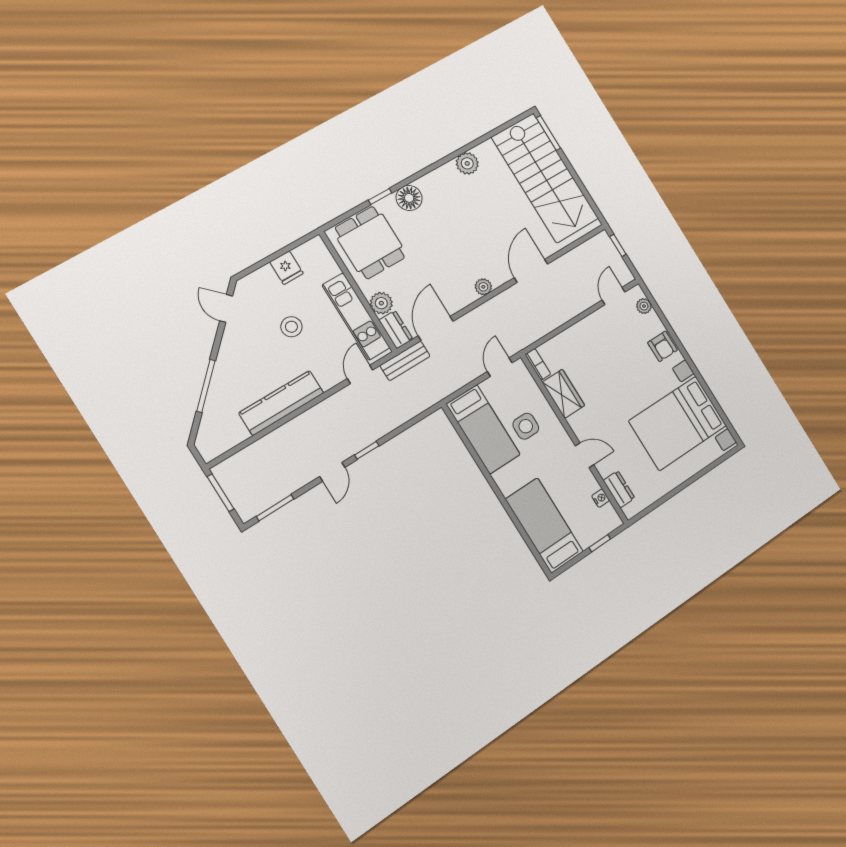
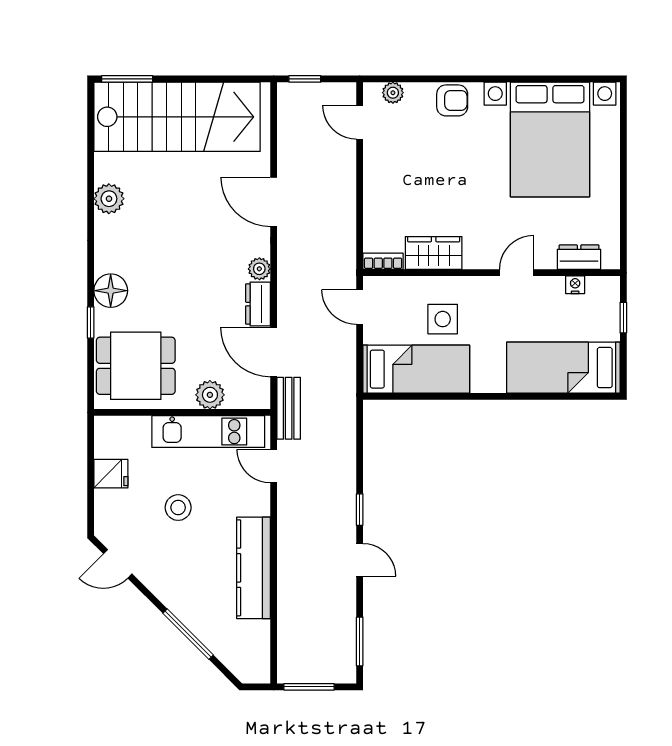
dresser: (396, 330) -> (258, 304), moved, turned -90

